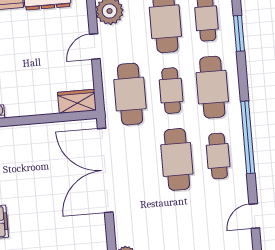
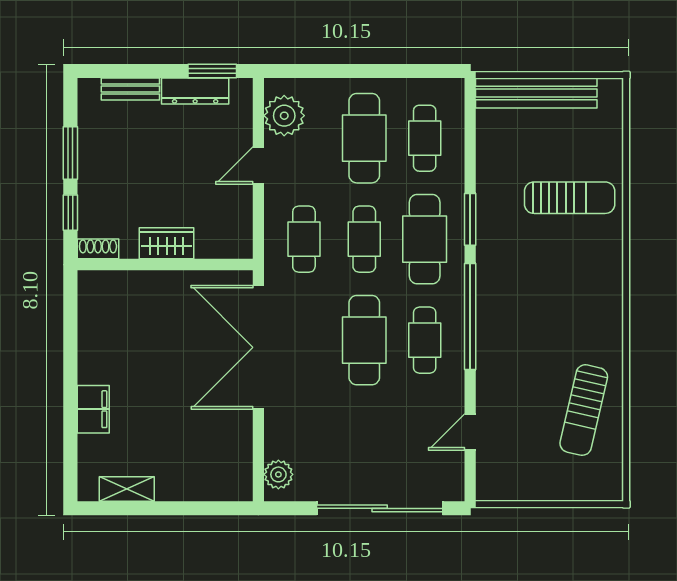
window: (239, 33) -> (470, 219), moved
cafe table: (130, 94) -> (304, 239), width x0.73, depth x0.74
wardrobe: (77, 101) -> (167, 243), moved

